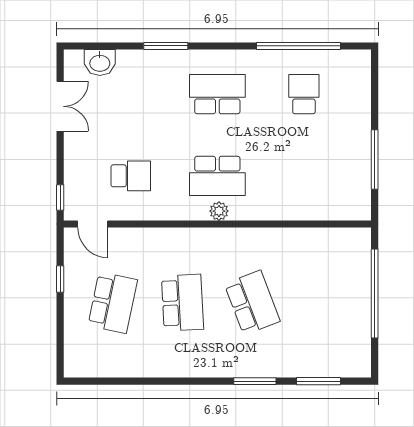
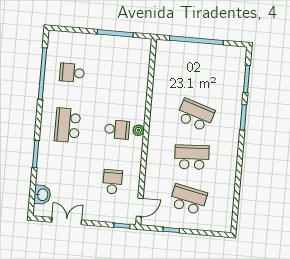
school desk: (217, 176) -> (117, 129), width x0.54
school desk: (252, 303) -> (196, 115), turned 39

